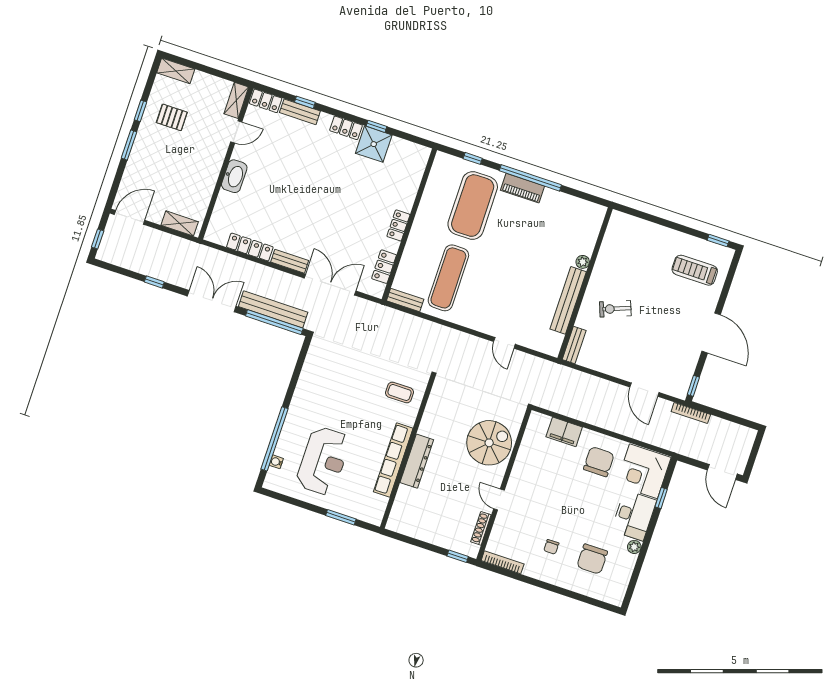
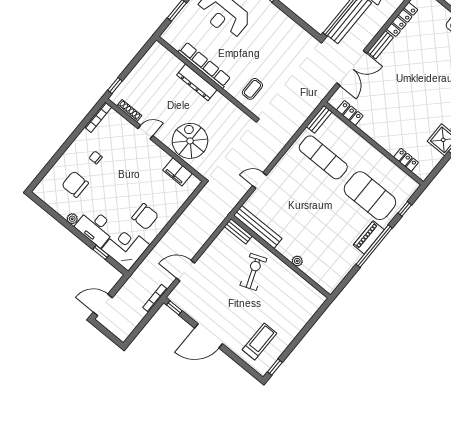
locker: (398, 225) -> (406, 160), moved
bench: (568, 300) -> (258, 227), moved
exercise bike: (615, 309) -> (253, 272), width x1.38, depth x1.39
filing cabinet: (564, 432) -> (178, 172), moved, turned -90
spiral stairs: (489, 443) -> (190, 141), turned 180

